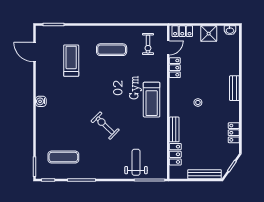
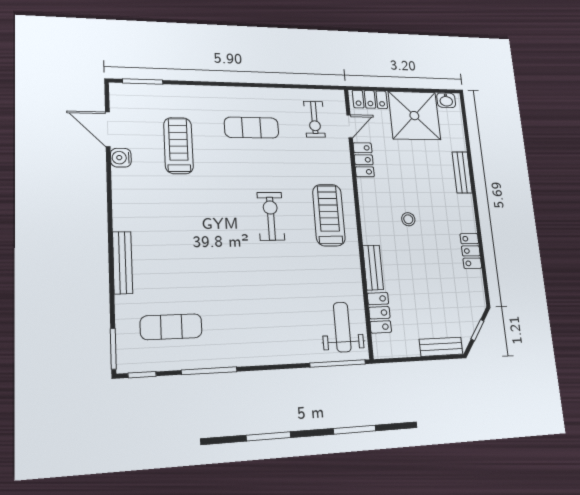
shower: (209, 34) -> (414, 116), width x1.86, depth x1.86
bench: (234, 88) -> (462, 172), moved
treadmill: (152, 100) -> (329, 215), turned 180
water cooler: (41, 101) -> (121, 158), moved
bench: (40, 123) -> (123, 263), added
exercise bike: (105, 126) -> (271, 216), moved, turned 46
locker: (234, 133) -> (471, 251), moved
weight bench: (136, 162) -> (342, 327), moved
bench: (205, 174) -> (441, 347), width x0.73

